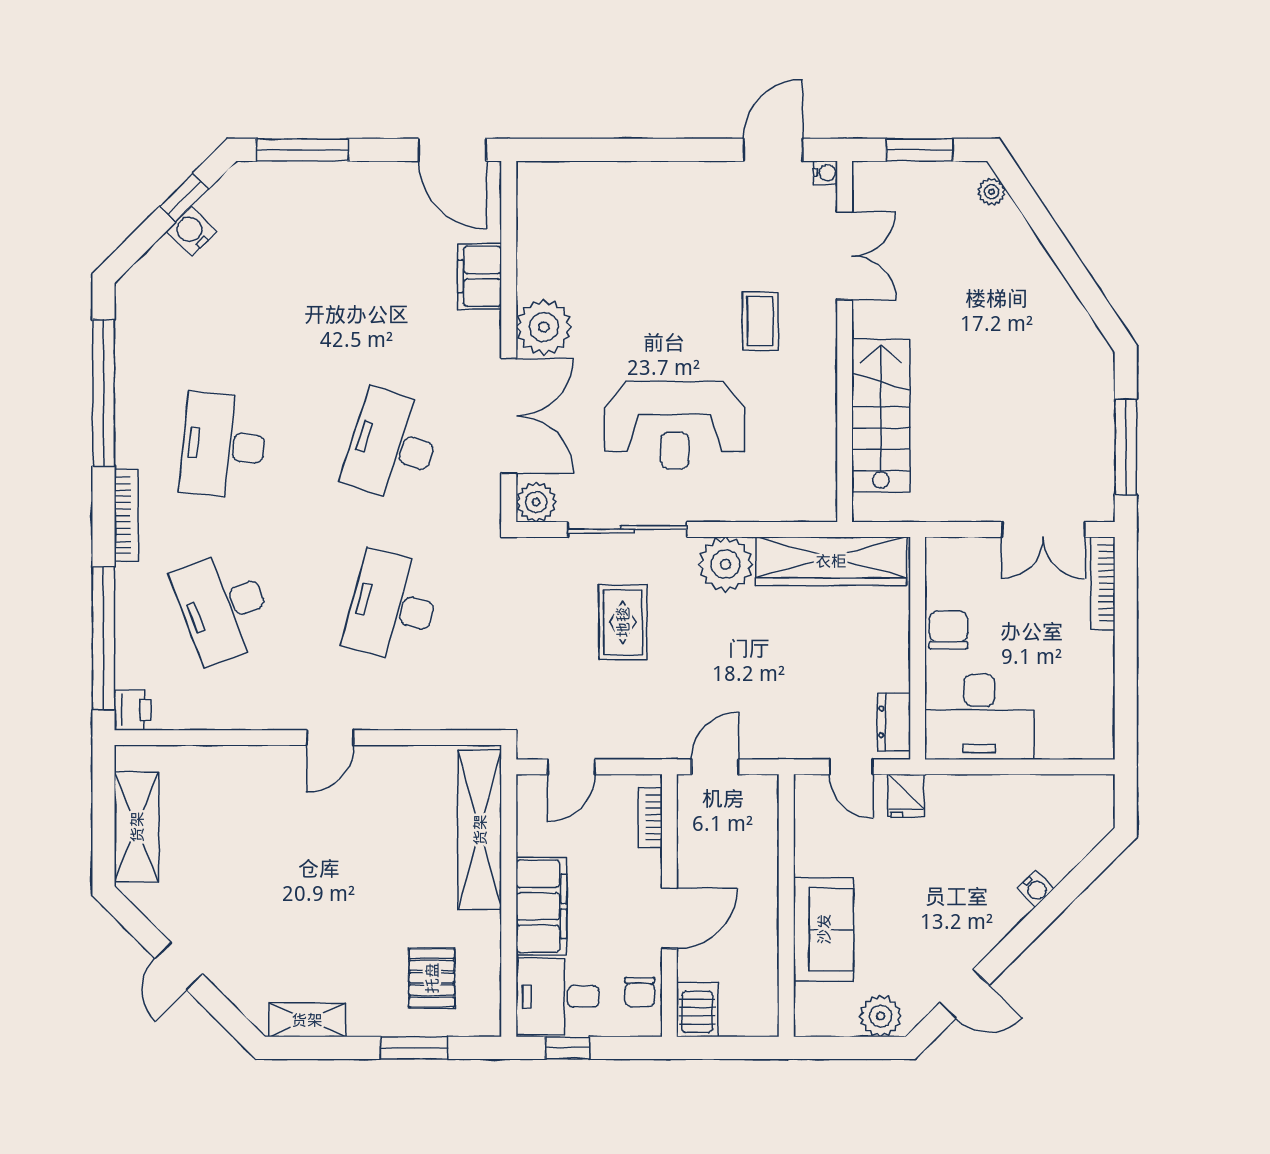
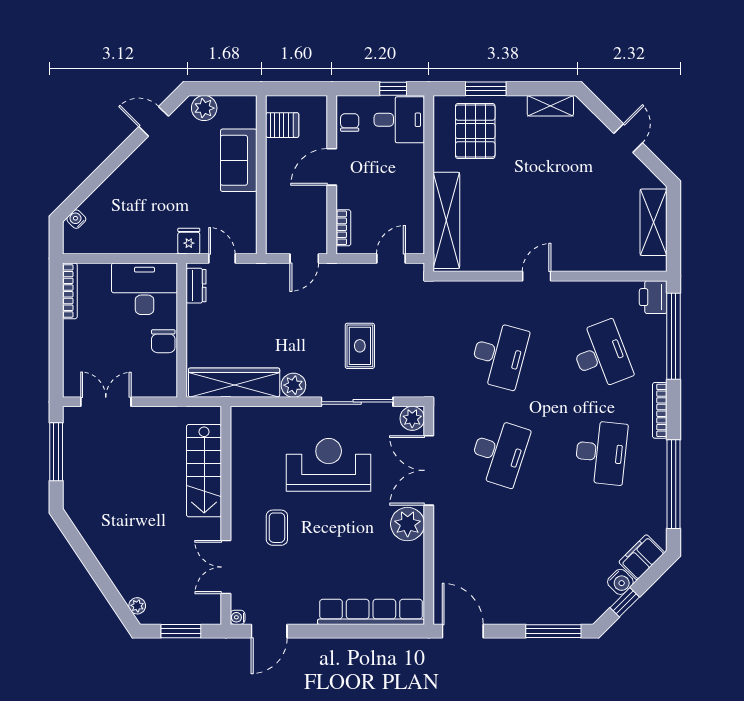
row of seats: (604, 182) -> (371, 612), added
filing cabinet: (480, 276) -> (642, 557), moved, turned -135
plant: (725, 564) -> (293, 385), width x0.73, depth x0.73
bookcase: (1103, 583) -> (70, 291), moved
printer: (133, 710) -> (653, 297), width x1.36, depth x1.24
water cooler: (1036, 889) -> (76, 219), moved
filing cabinet: (541, 906) -> (409, 174), removed
pallet: (432, 978) -> (475, 131), width x1.50, depth x1.42
server rack: (697, 1010) -> (282, 125), moved, turned -90

